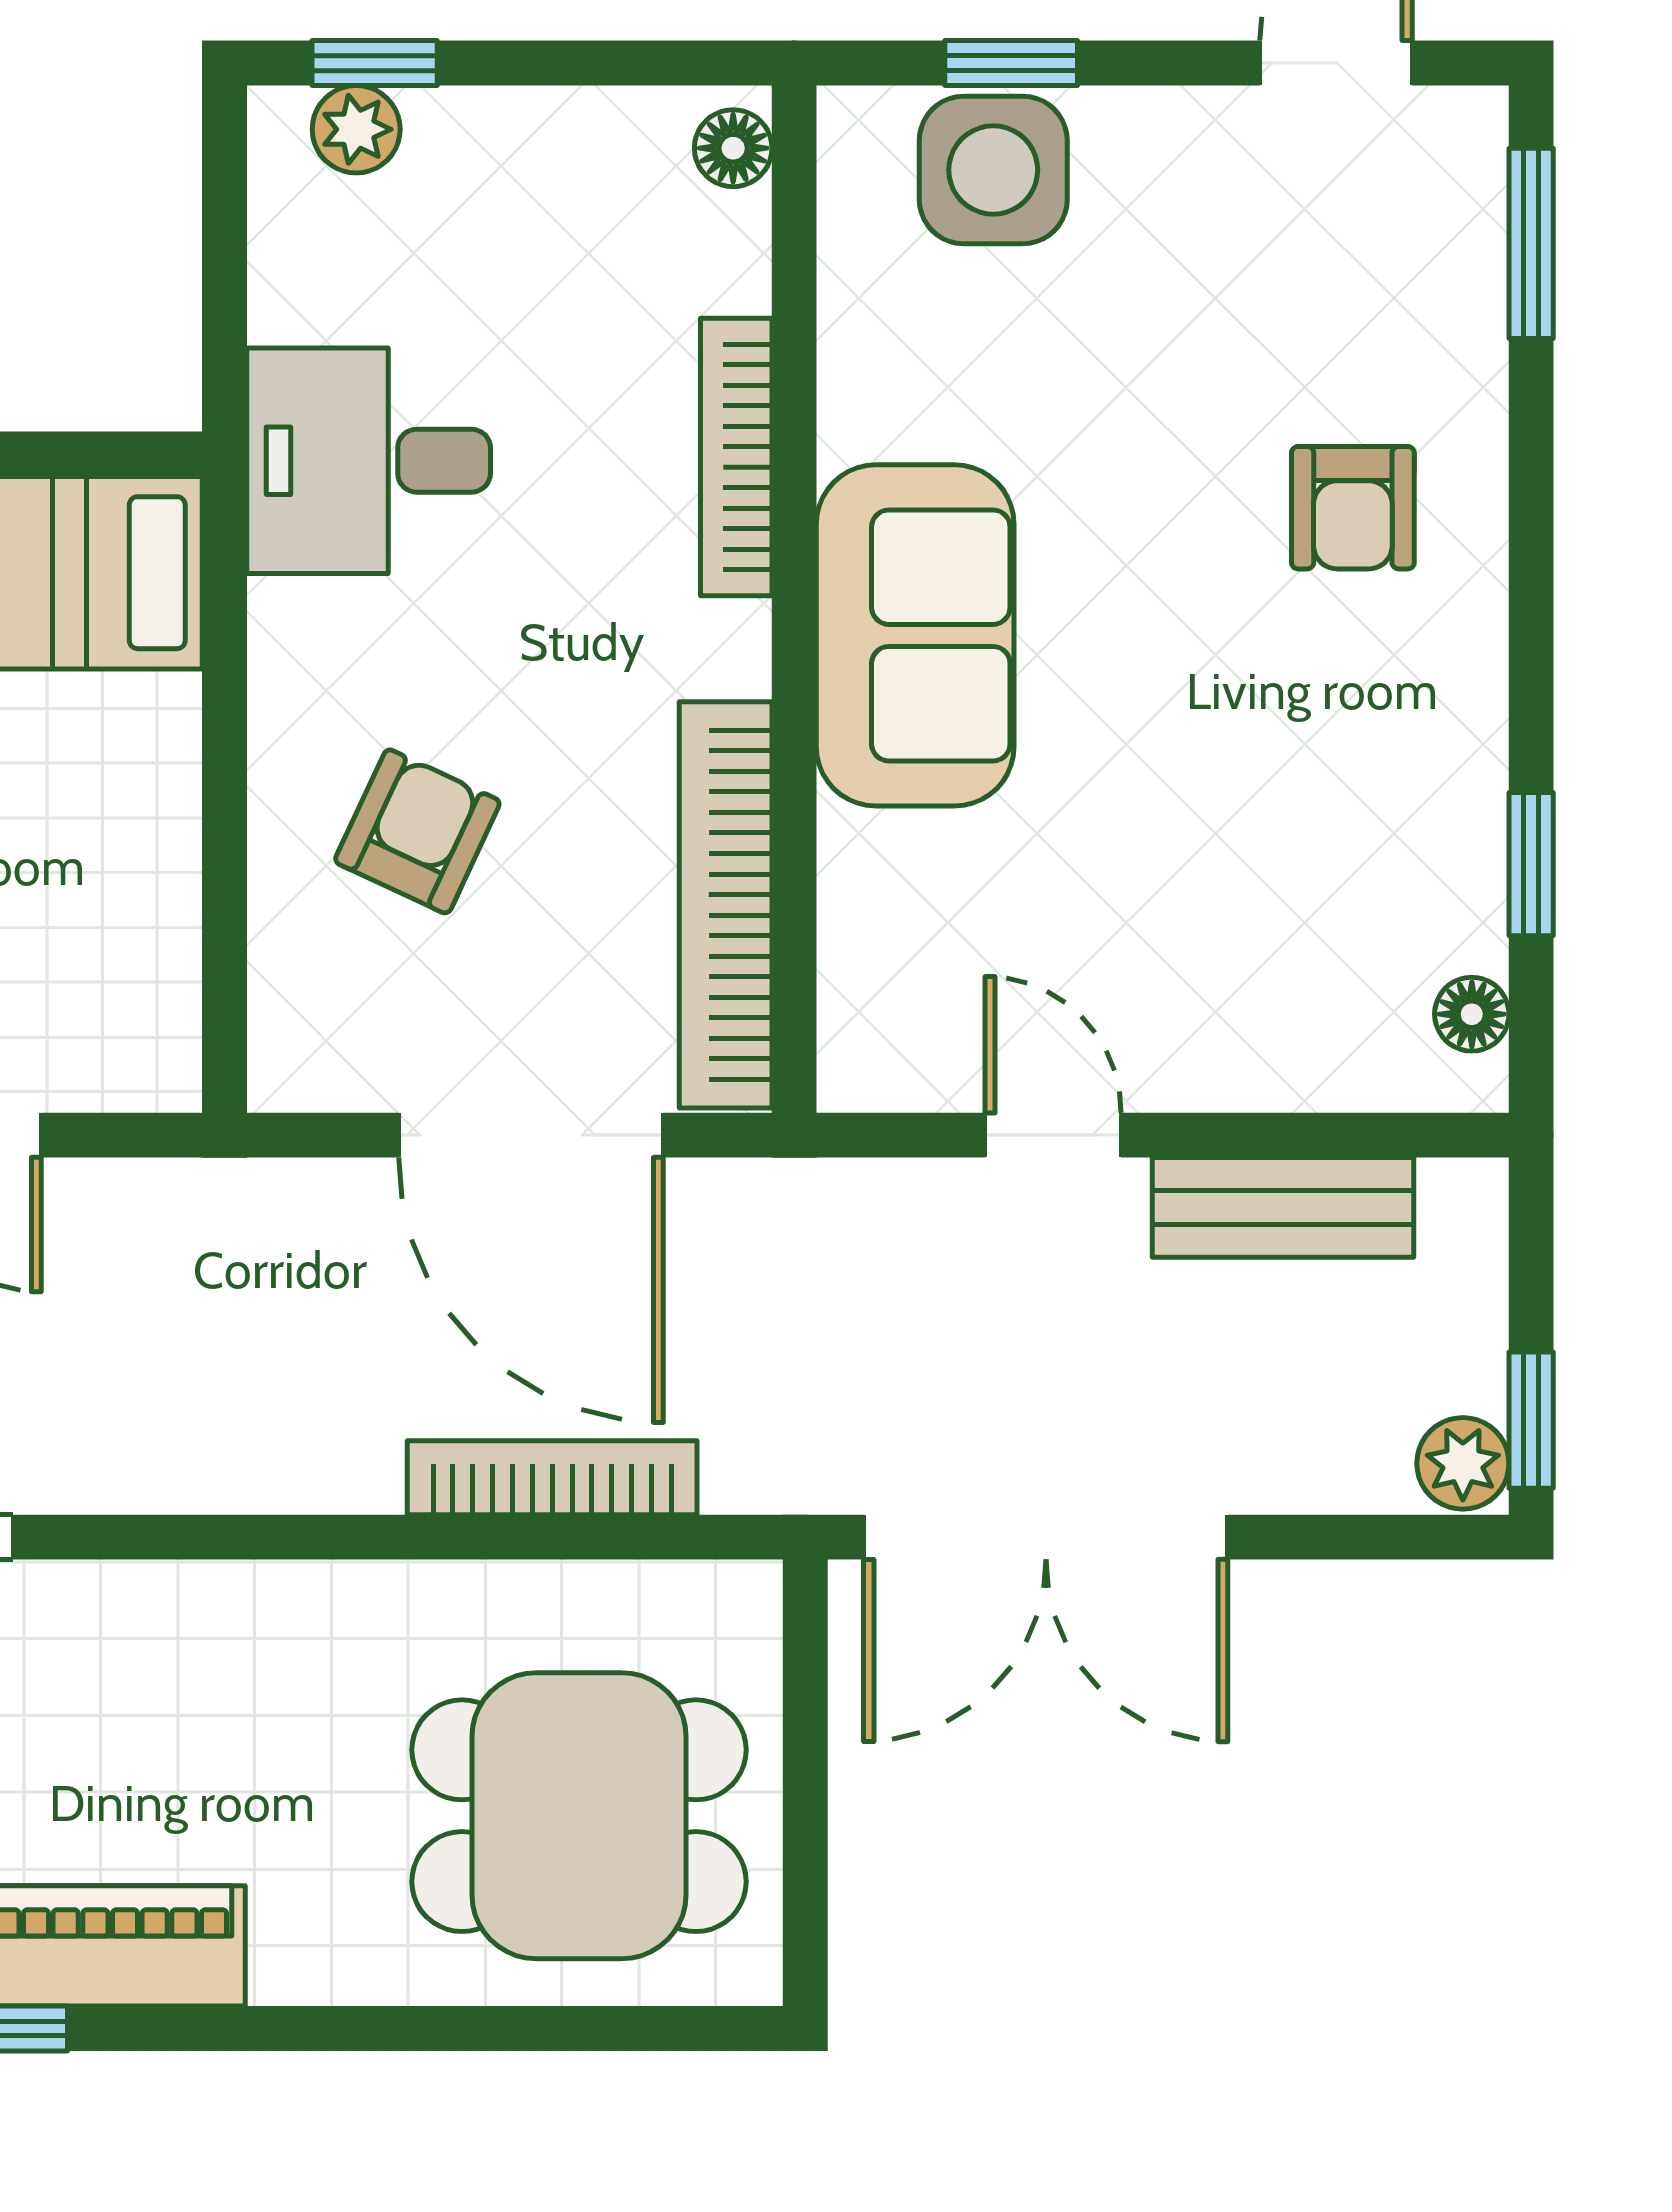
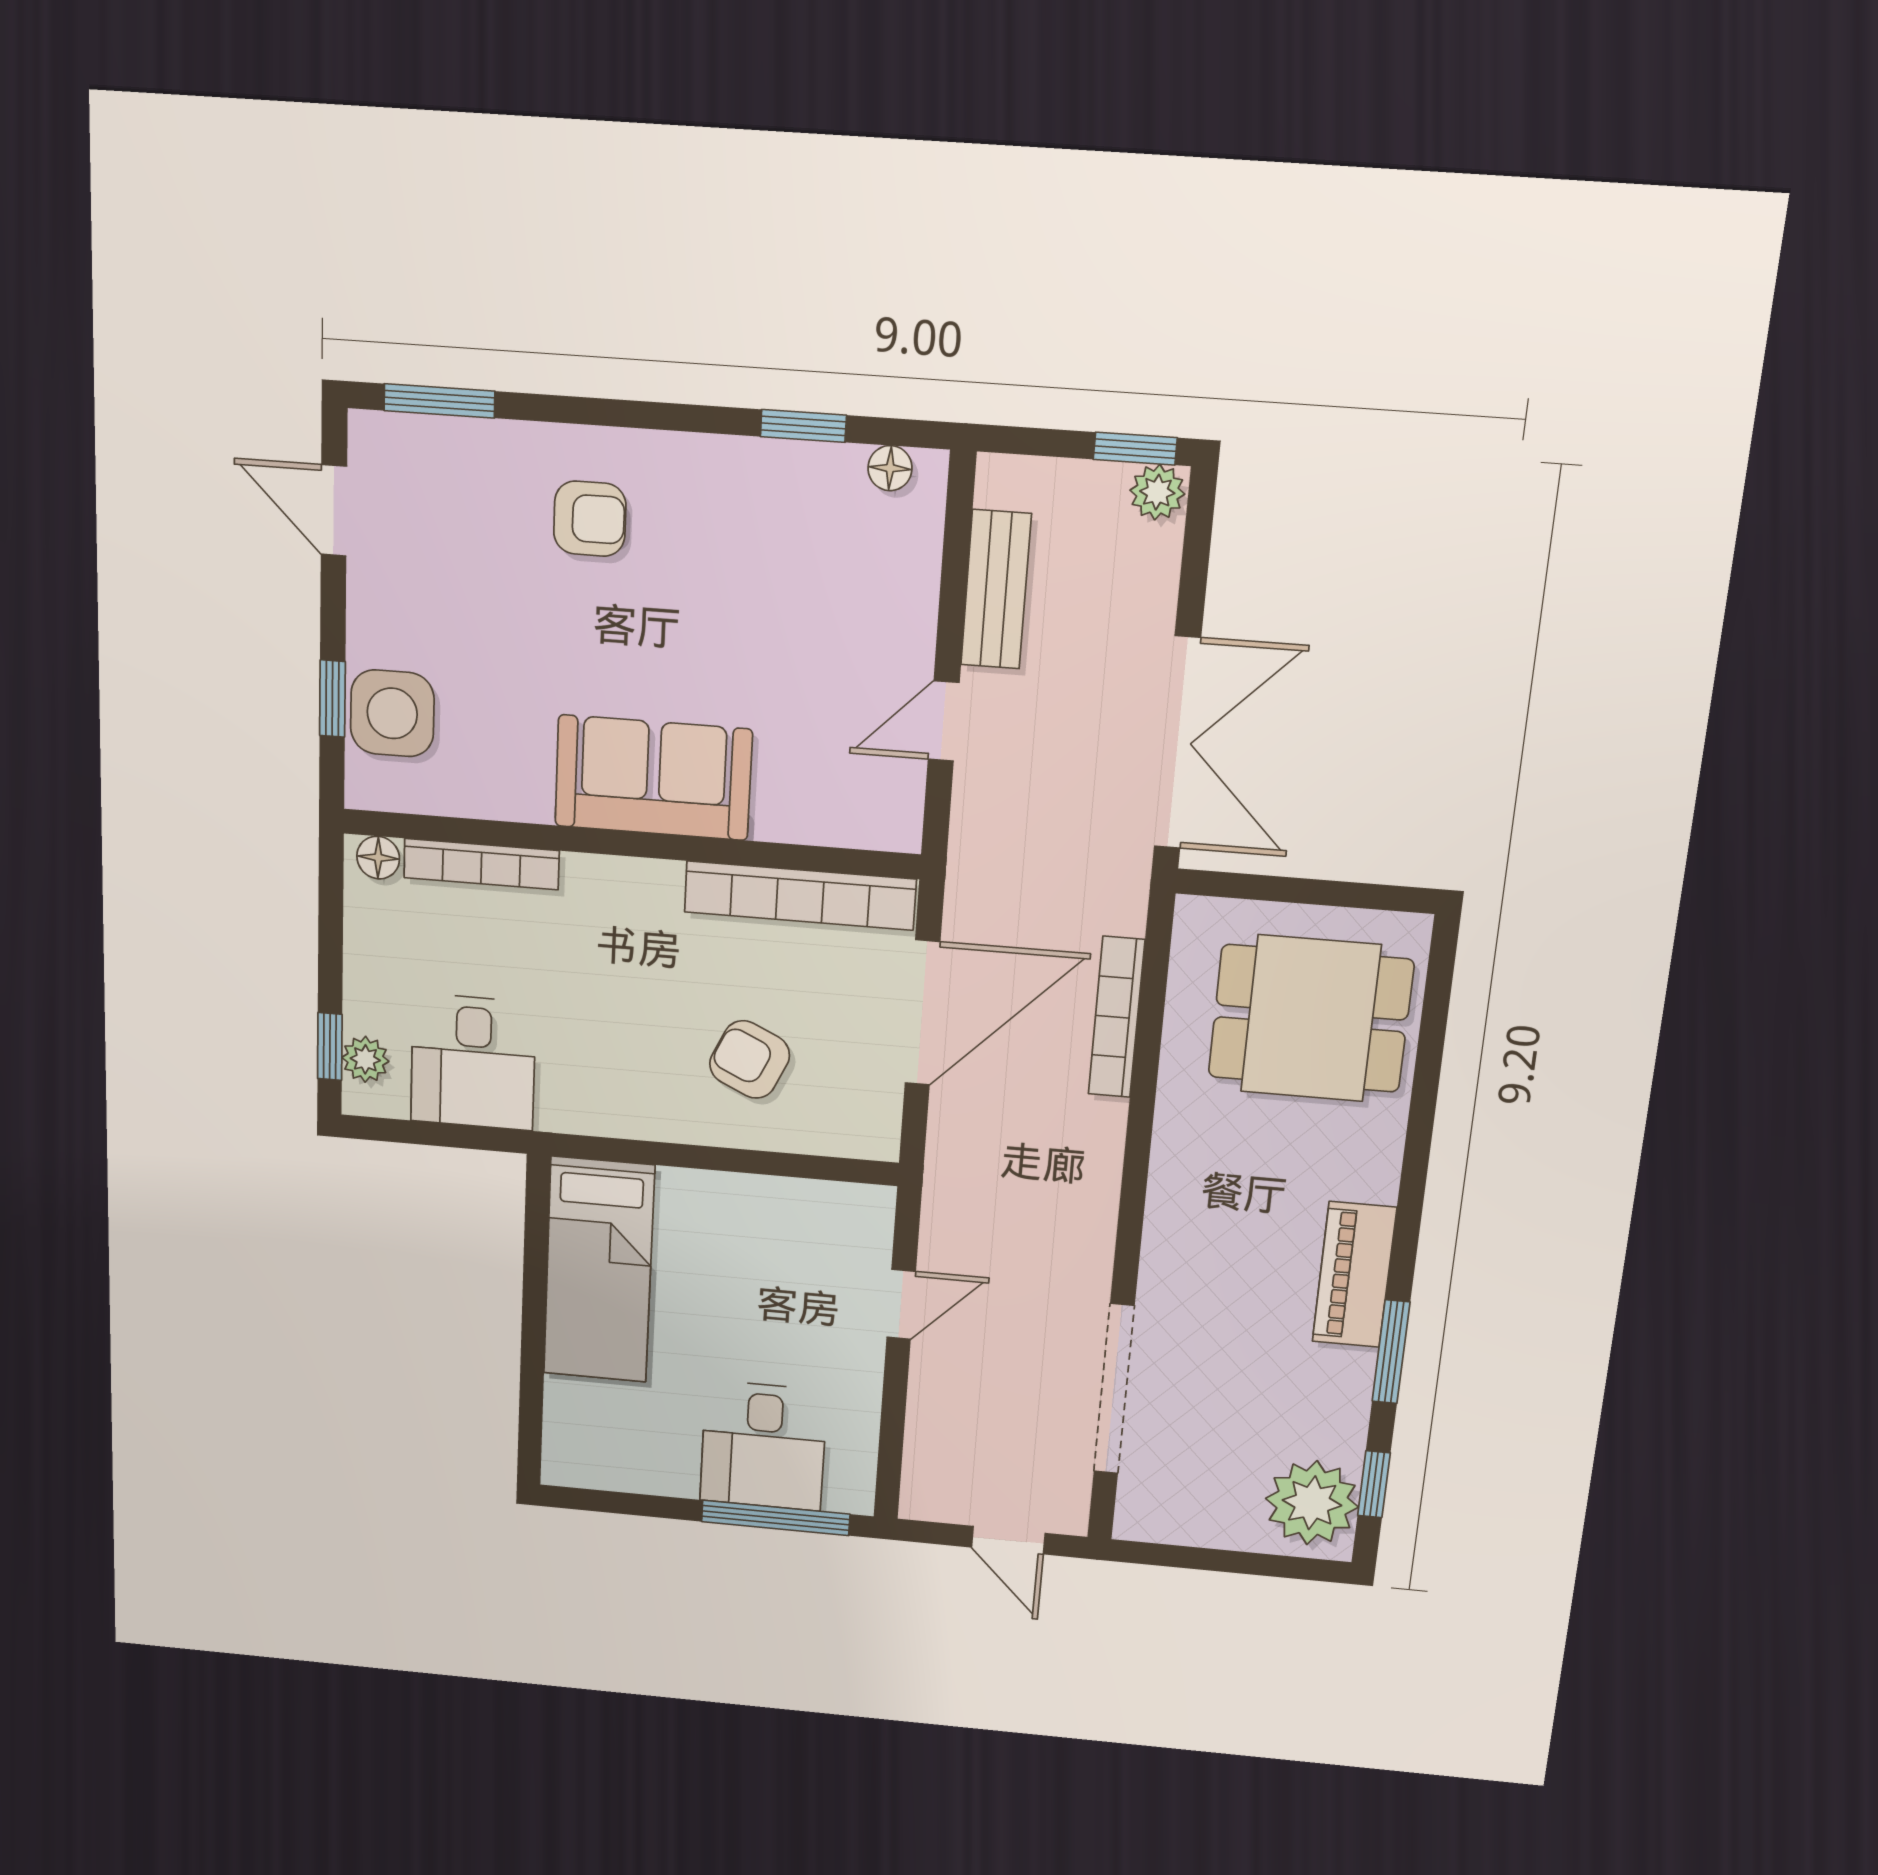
bookcase: (736, 457) -> (481, 864), moved
desk: (369, 461) -> (473, 1062), moved
dining table: (579, 1816) -> (1311, 1018), turned 90

